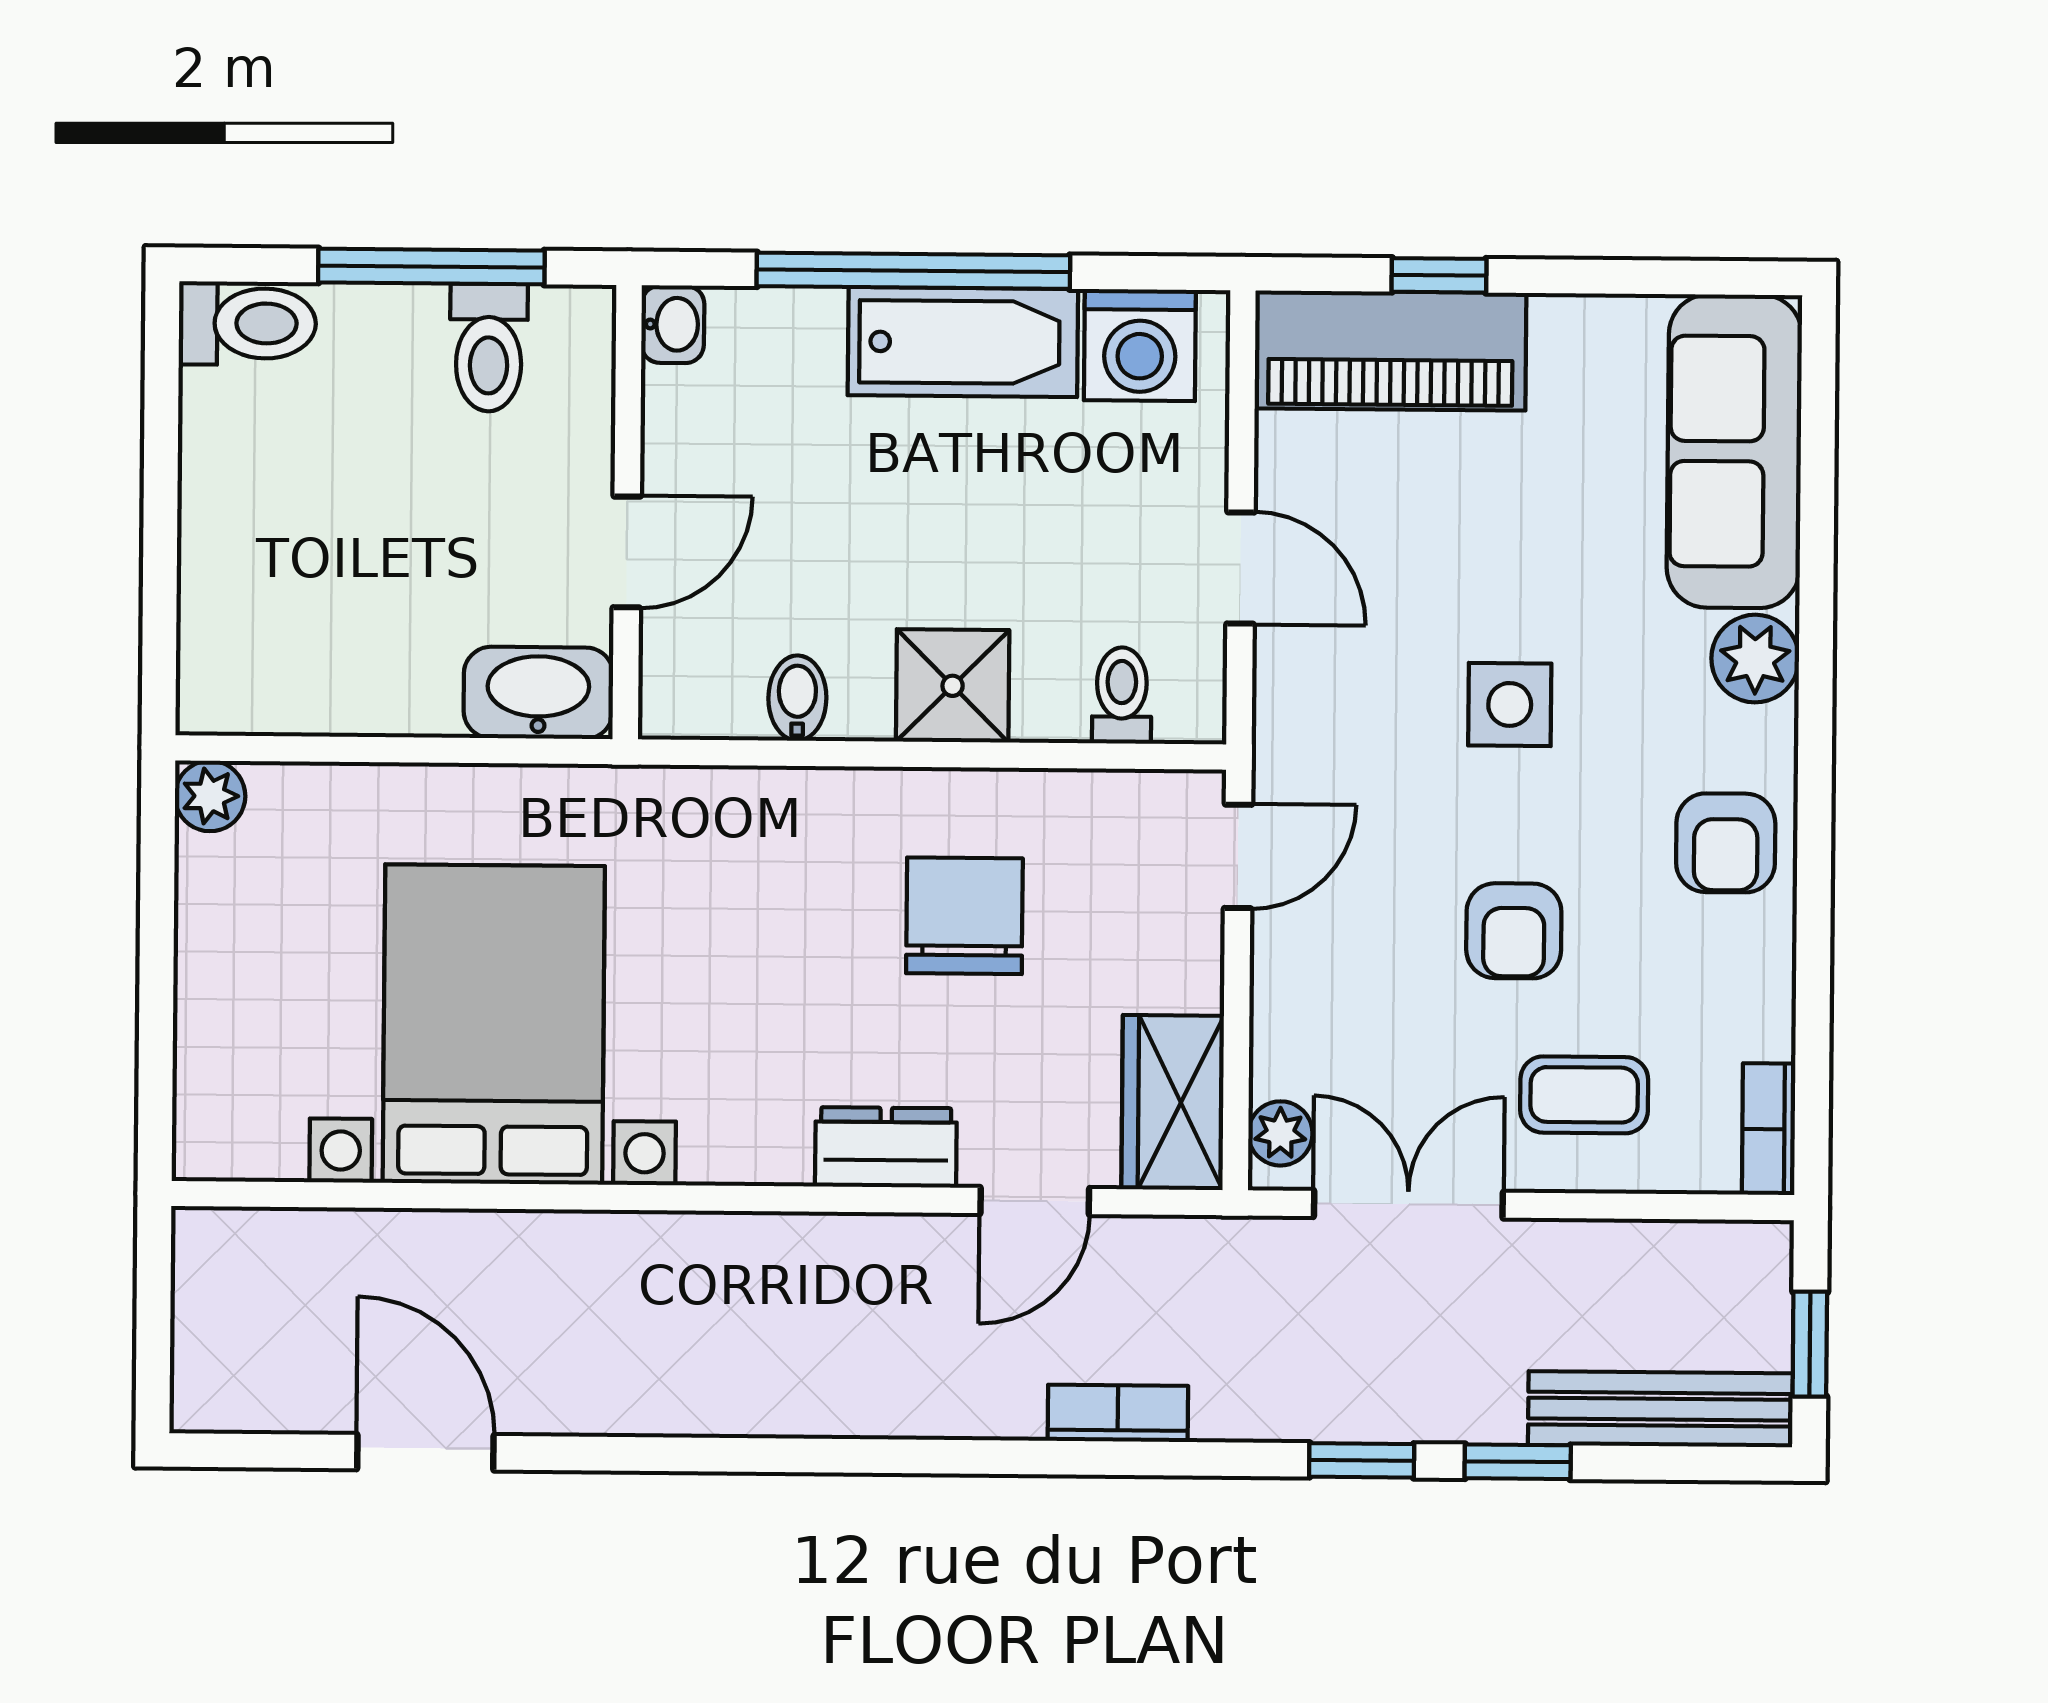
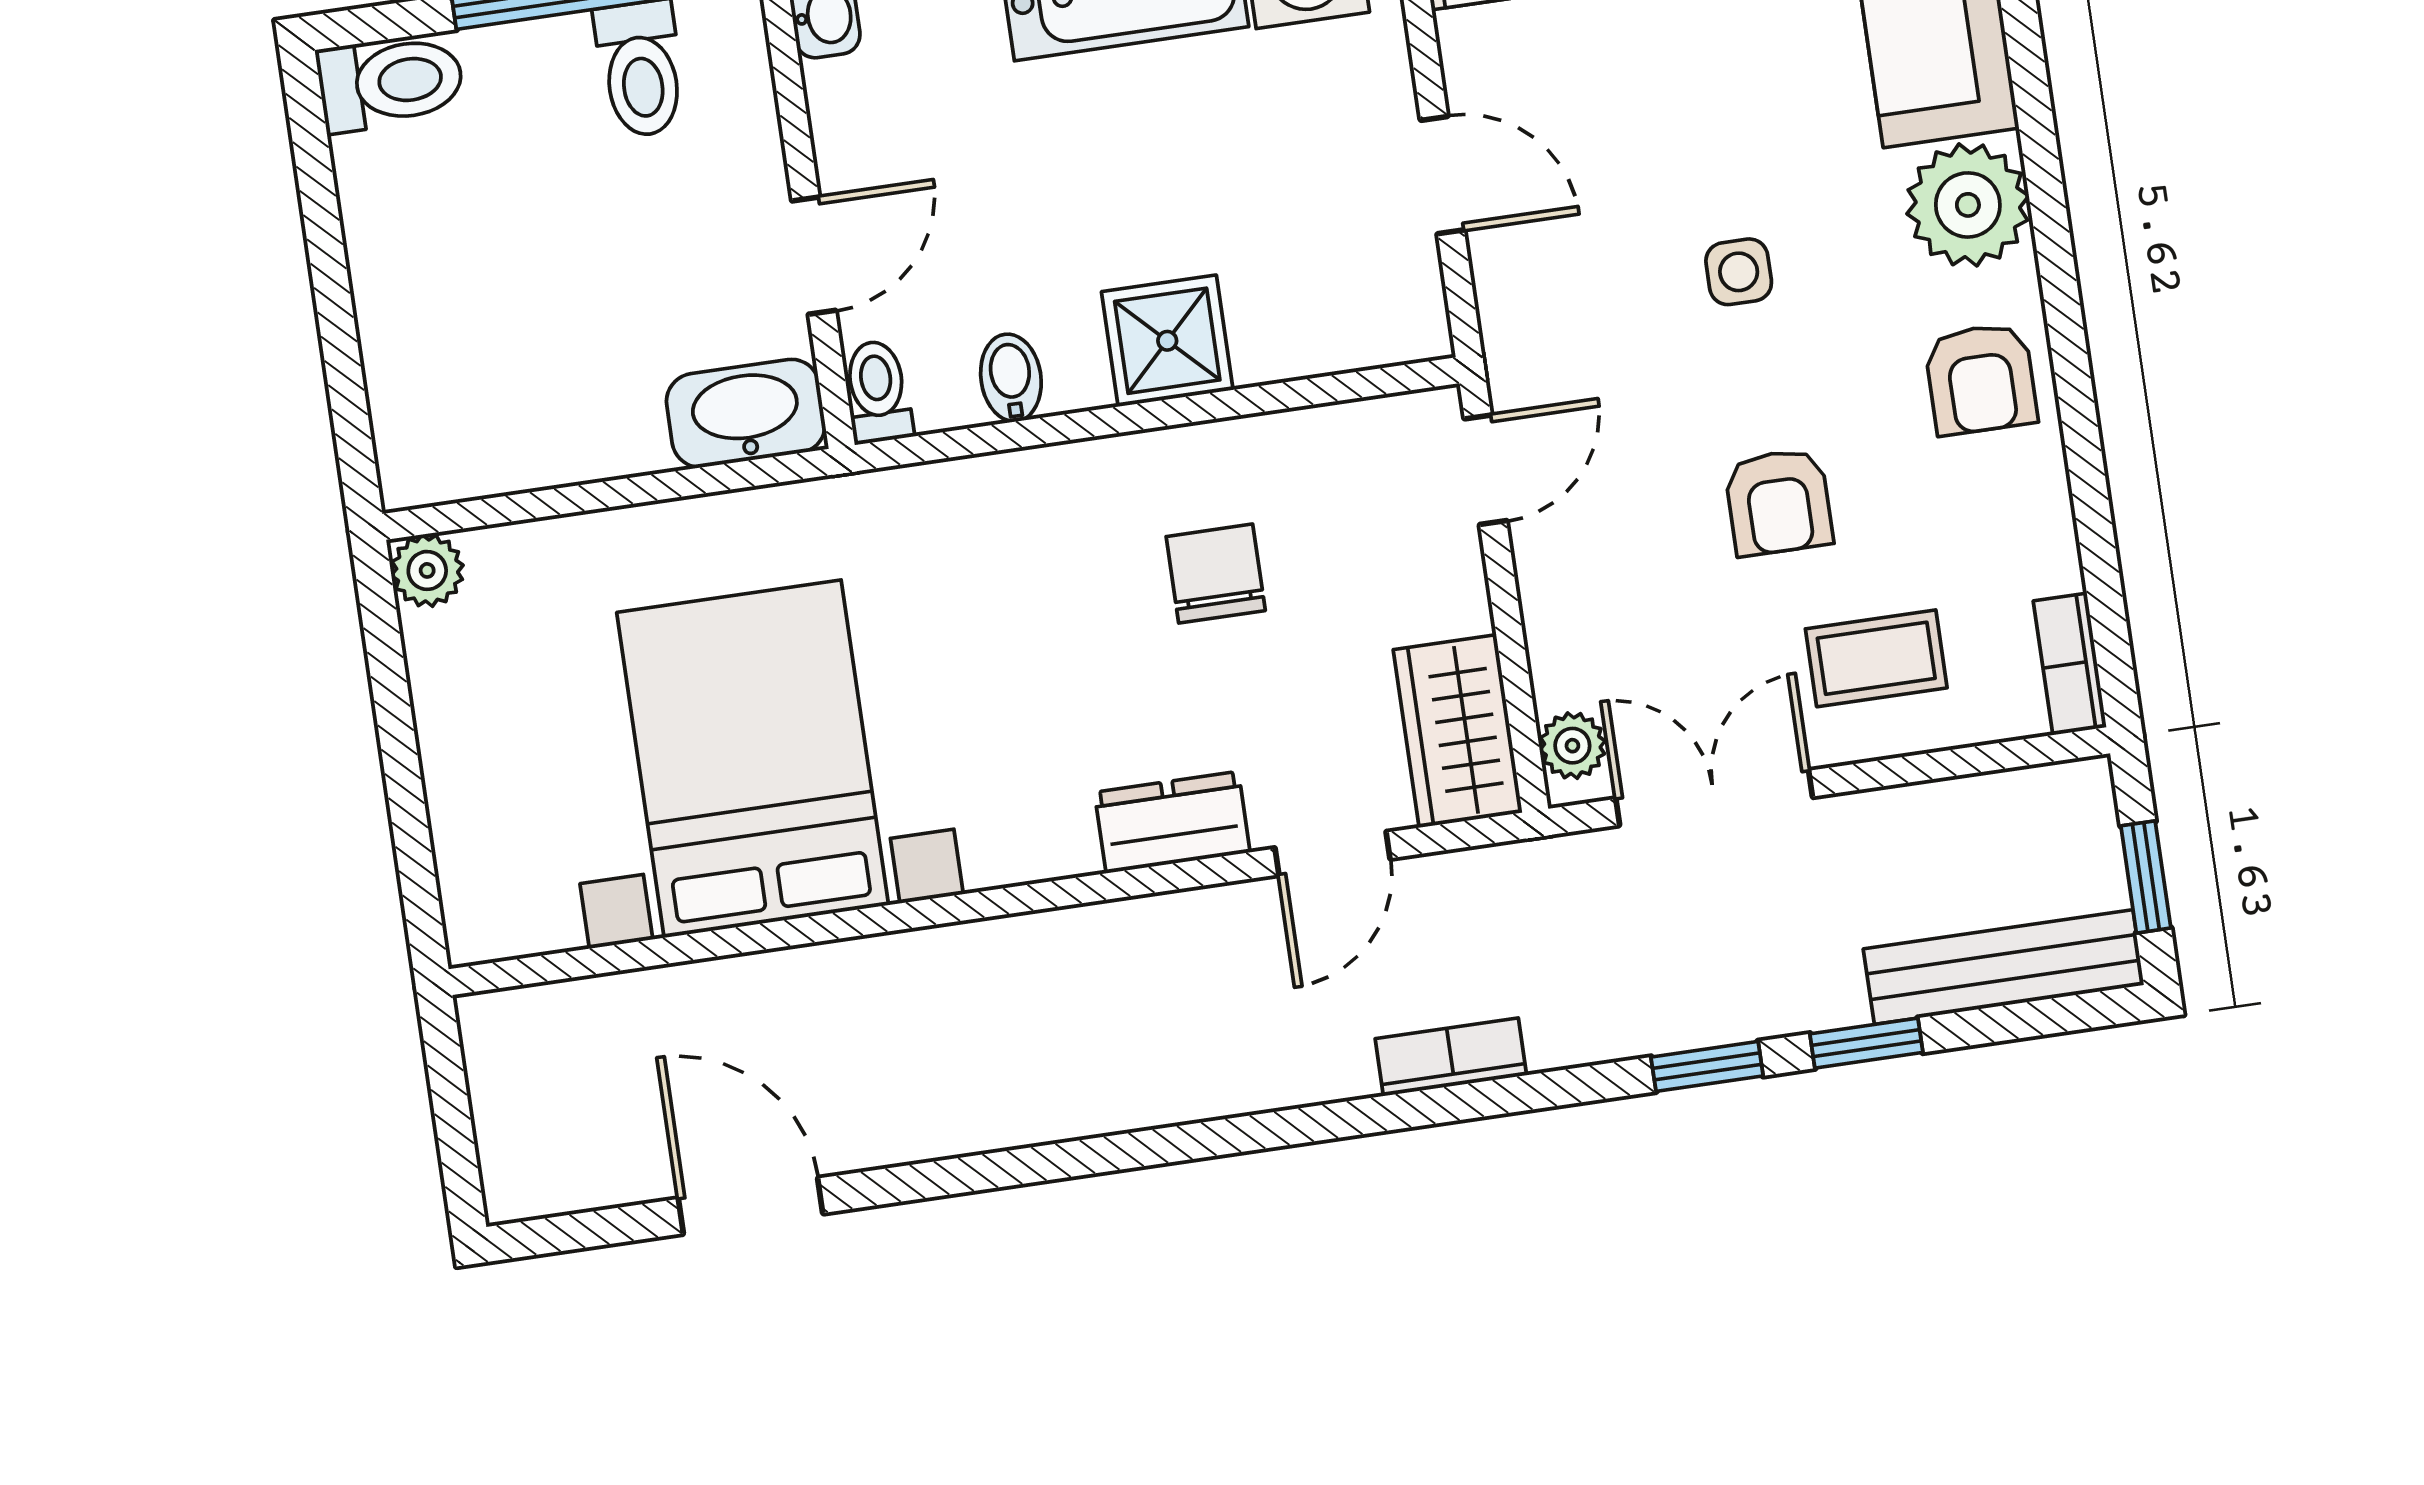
plant: (1755, 659) -> (1968, 205), width x1.36, depth x1.36
toilet: (1122, 695) -> (878, 392), moved
side table: (1510, 704) -> (1739, 272), width x0.73, depth x0.73
chair: (964, 916) -> (1216, 574), width x0.73, depth x0.73

